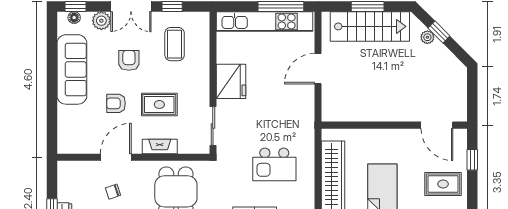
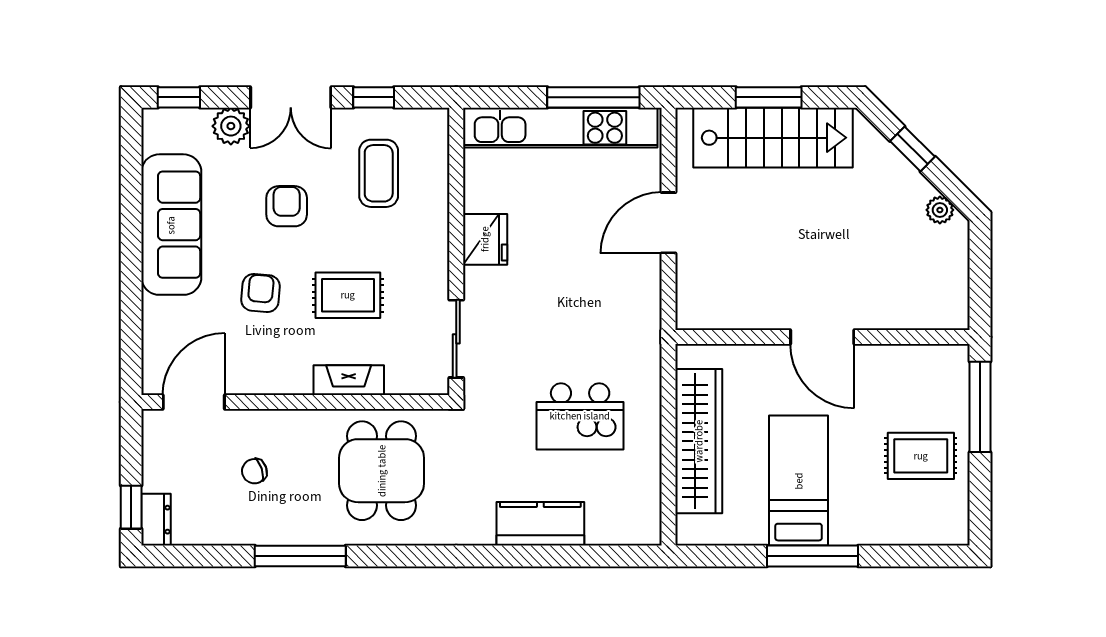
floor lamp: (74, 18) -> (176, 120), removed
plant: (427, 37) -> (940, 210), moved
fridge: (231, 81) -> (485, 239), width x0.73, depth x0.75
armchair: (116, 103) -> (261, 293), turned 95
door: (437, 125) -> (822, 337), moved
door: (116, 157) -> (194, 402), moved
window: (472, 160) -> (980, 407), width x2.17

